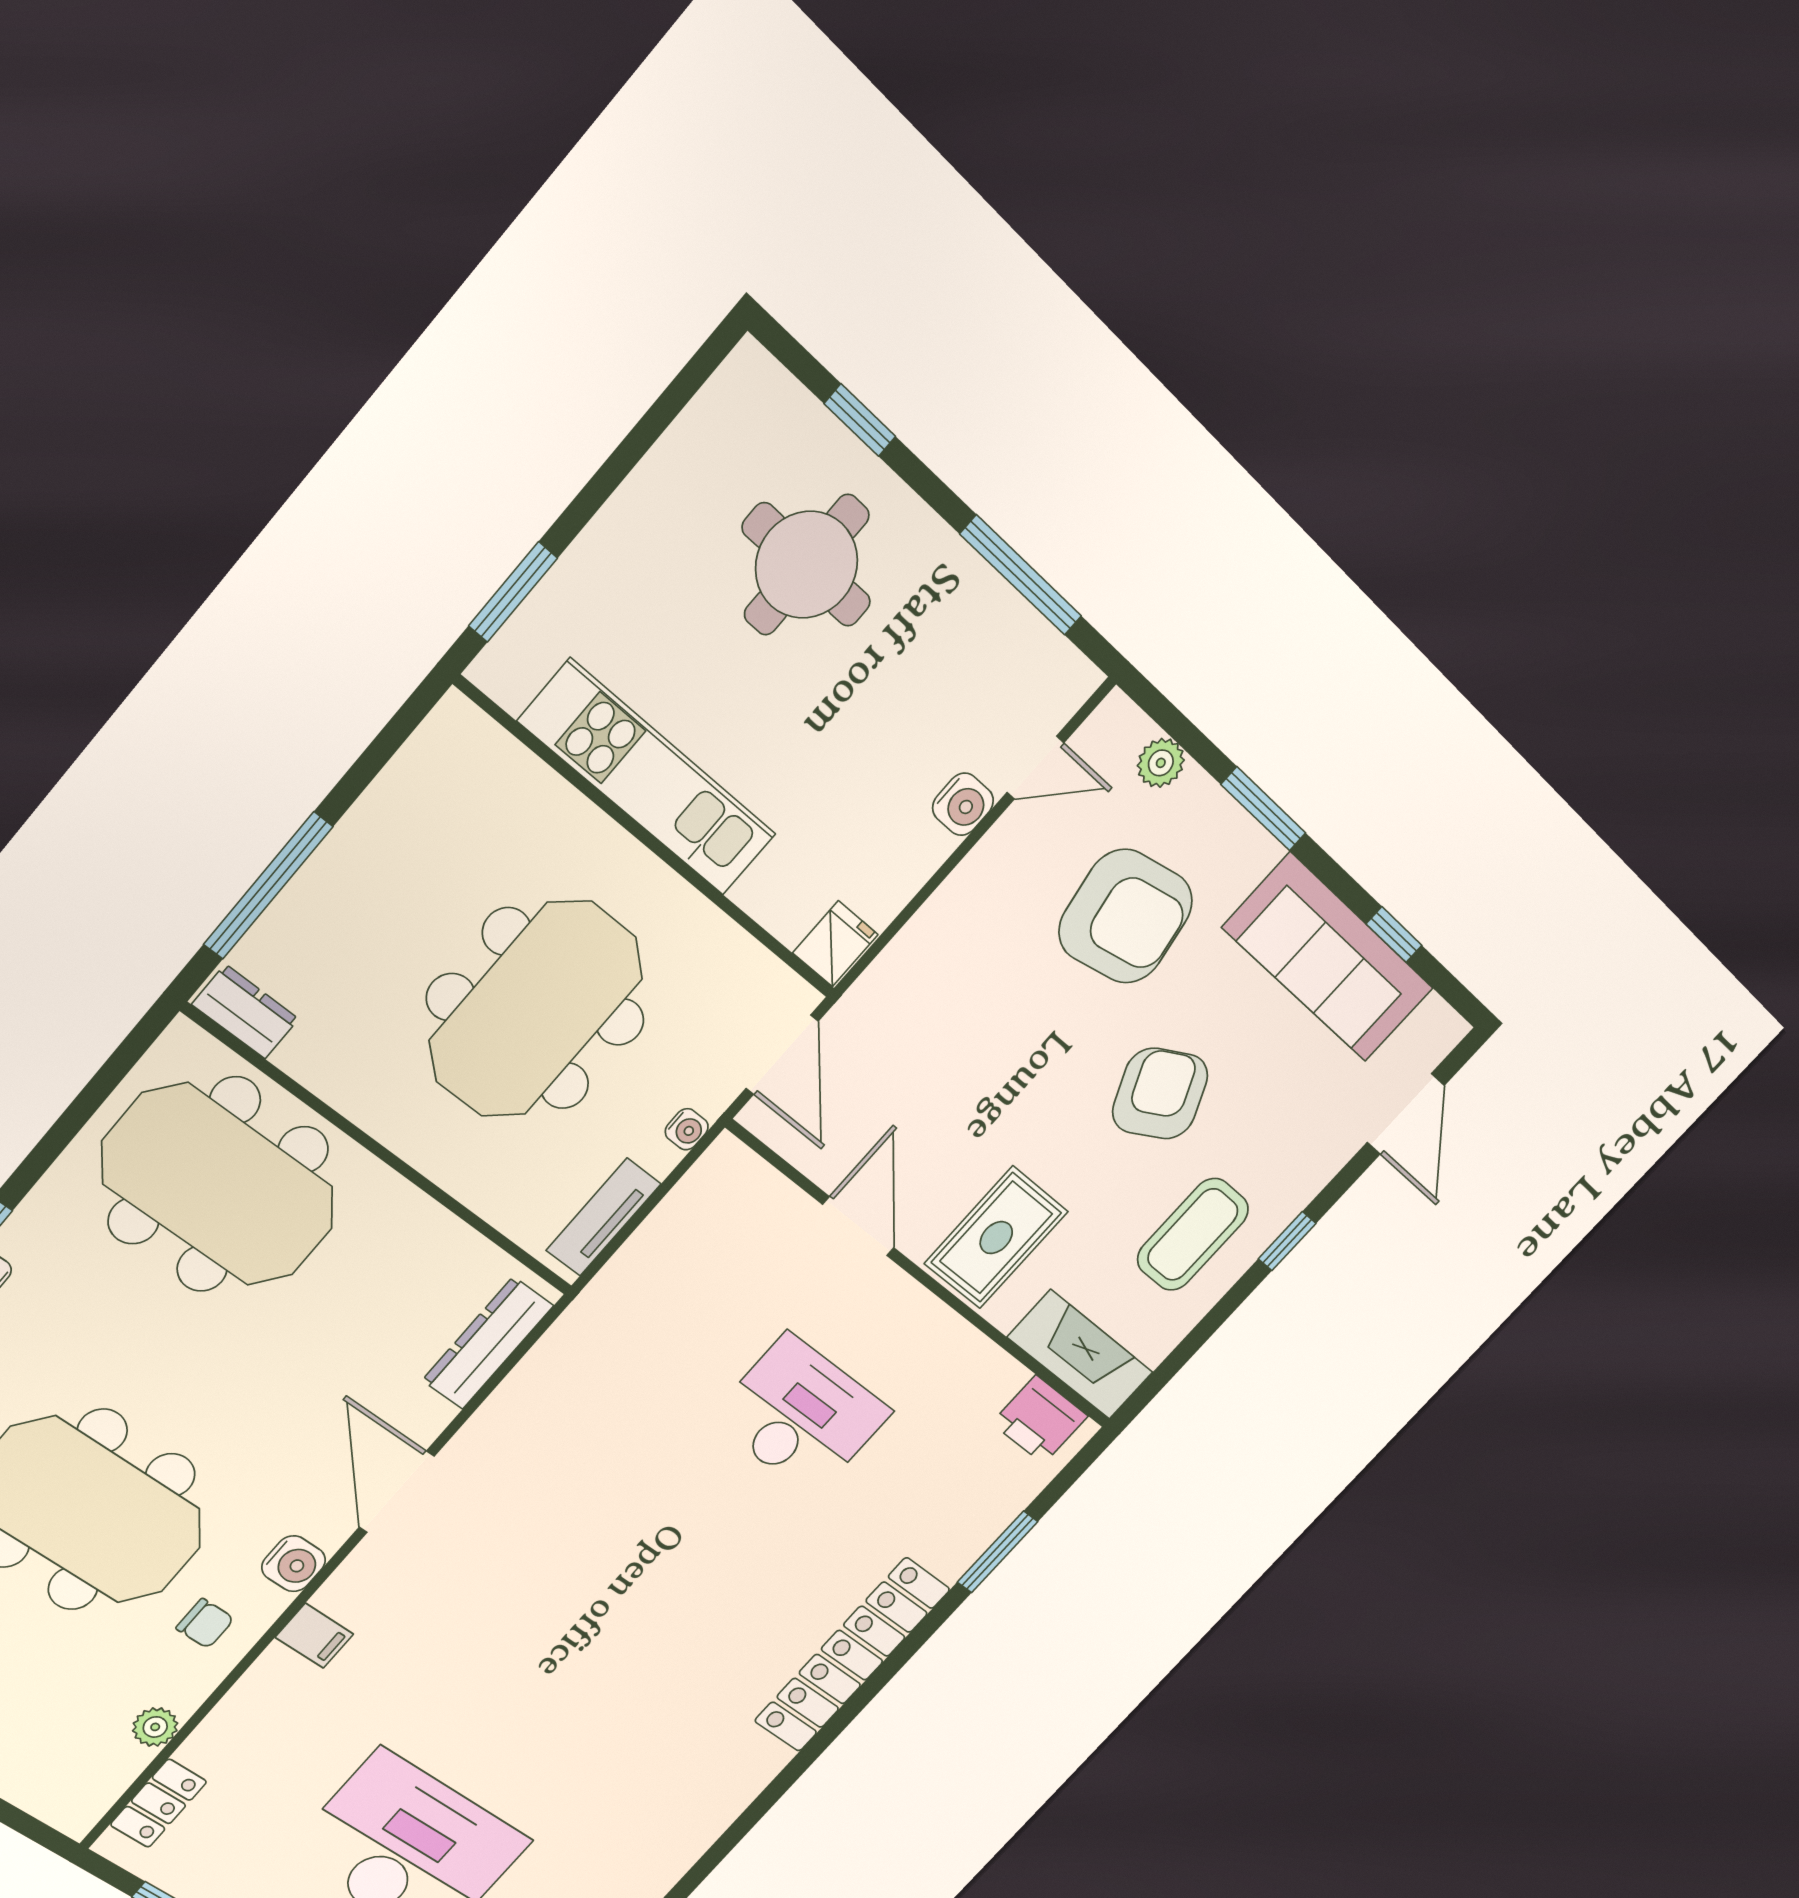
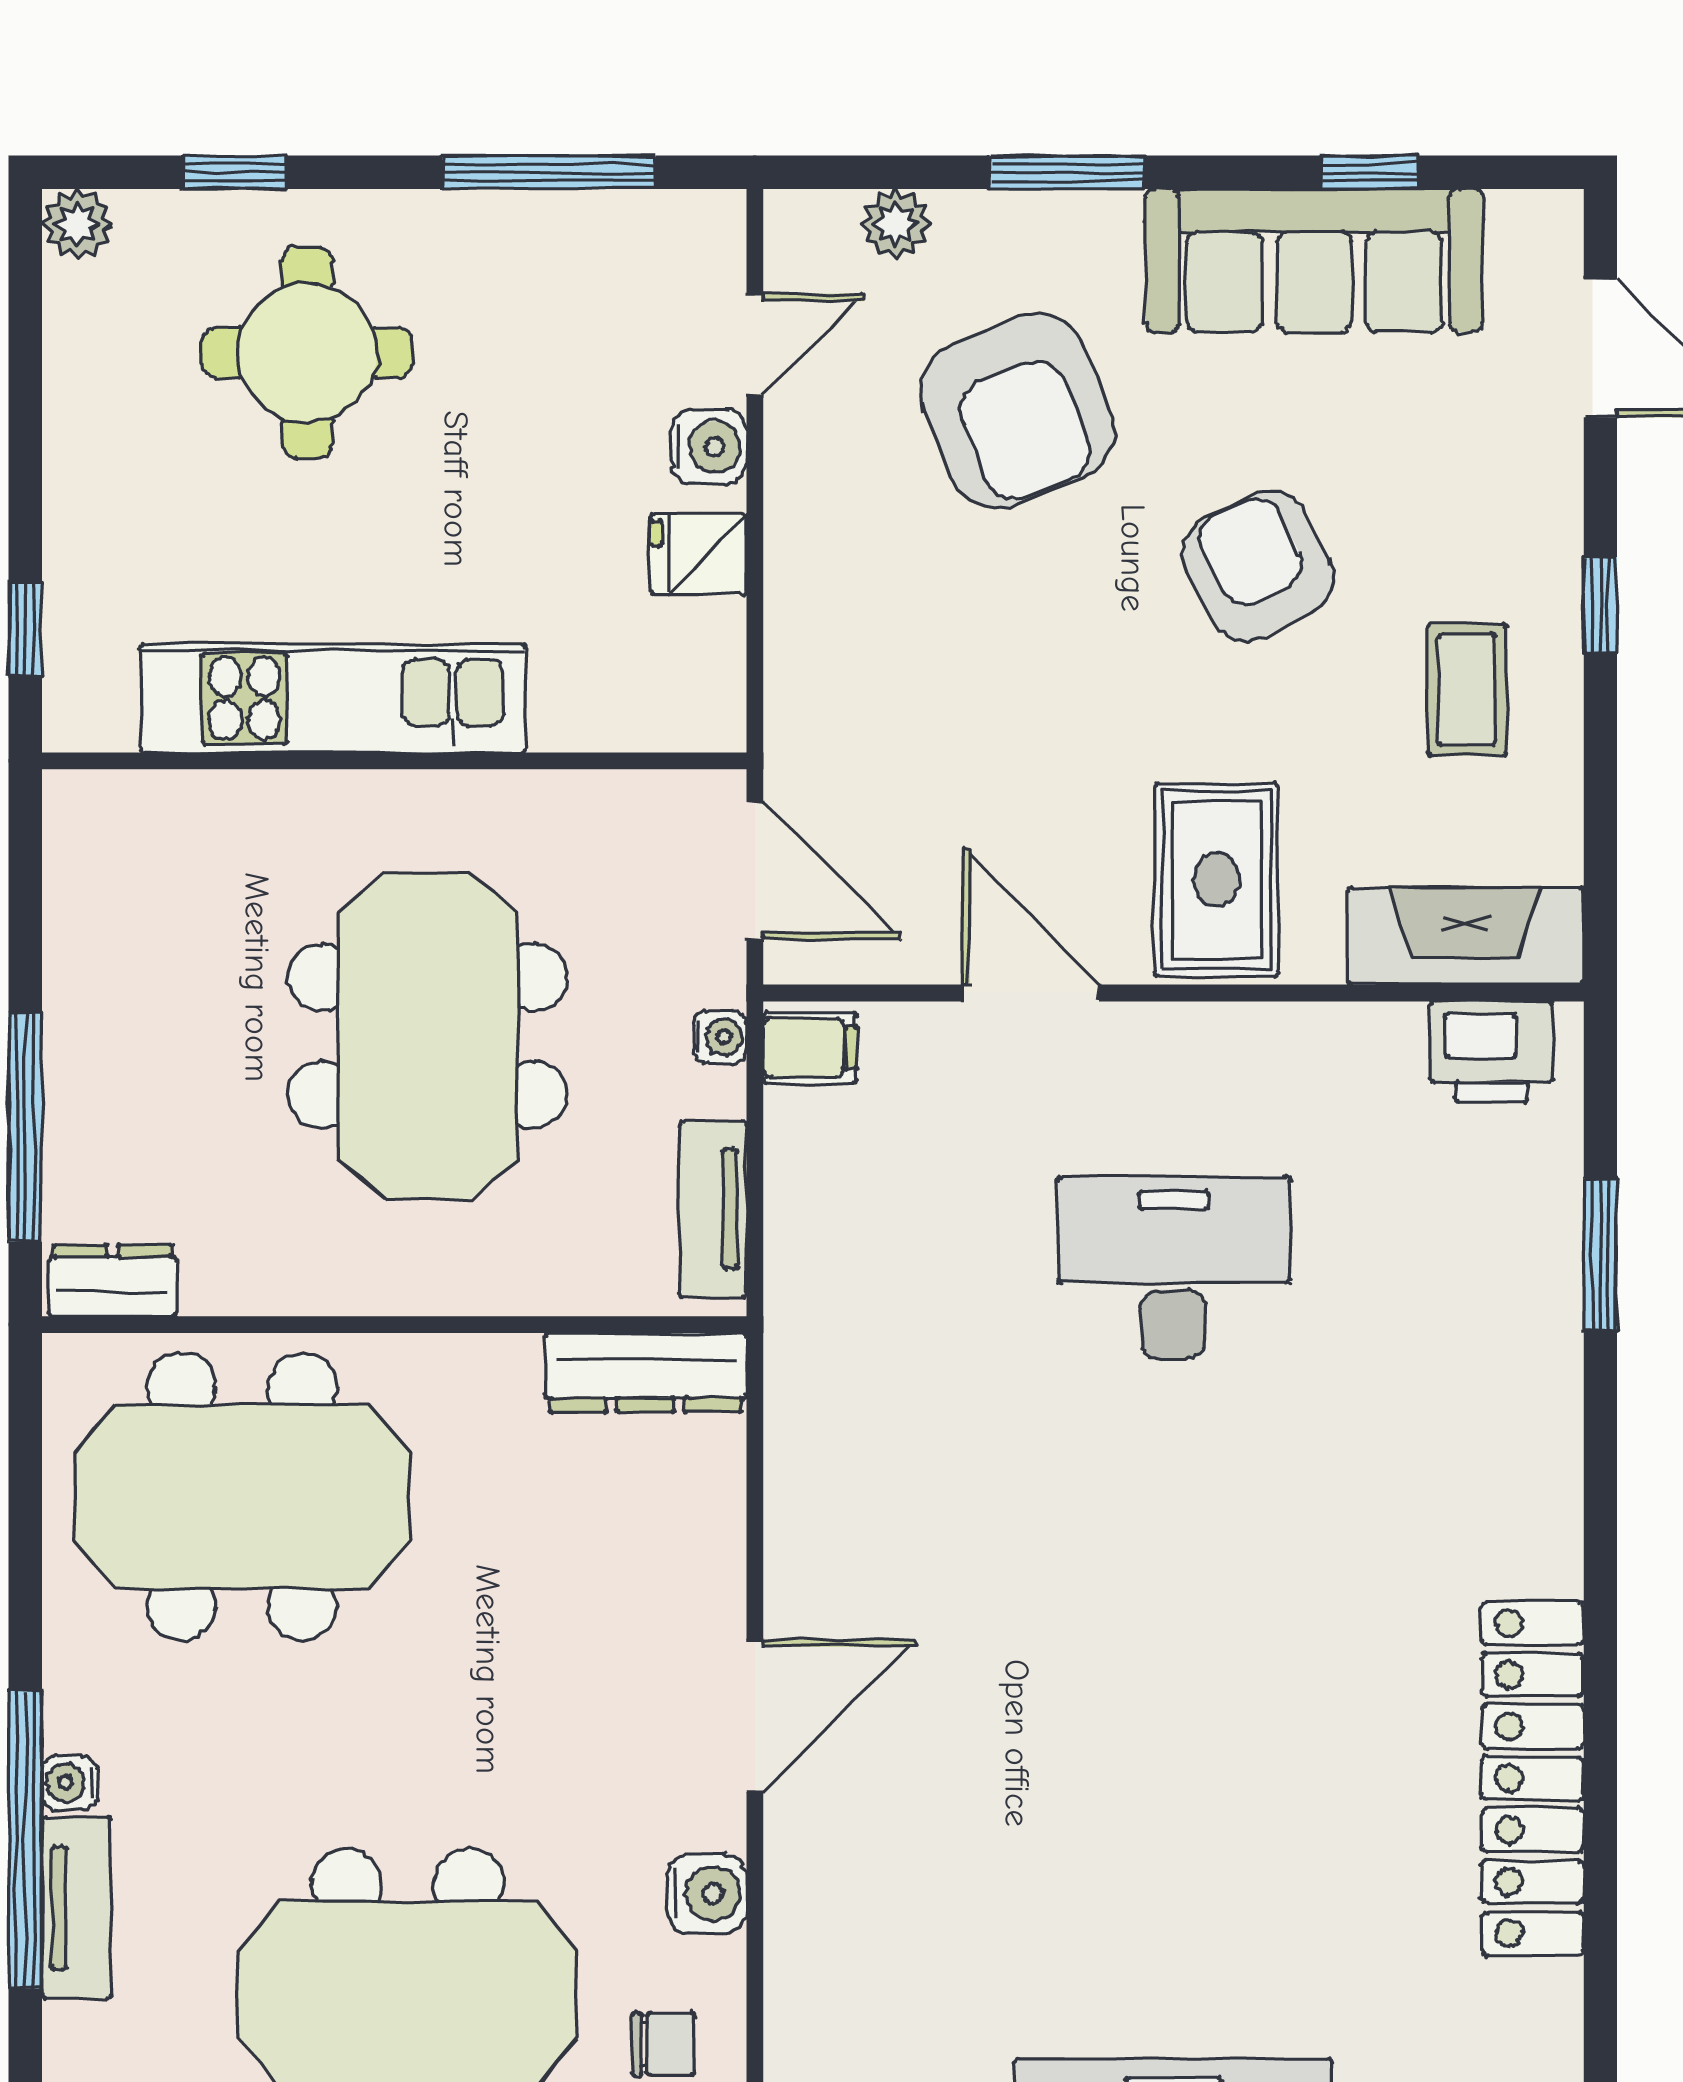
plant: (749, 371) -> (77, 224), added
window: (513, 592) -> (25, 629), width x0.67
armchair: (1126, 917) -> (1017, 411), turned 79
fridge: (835, 944) -> (699, 554), moved, turned -90
coffee table: (1193, 1235) -> (1467, 690), width x0.73, depth x0.77
dresser: (488, 1343) -> (645, 1372), moved, turned -90
door: (397, 1492) -> (755, 1716), swing flipped
filing cabinet: (314, 1636) -> (810, 1048), moved
locker: (852, 1655) -> (1533, 1778), moved

